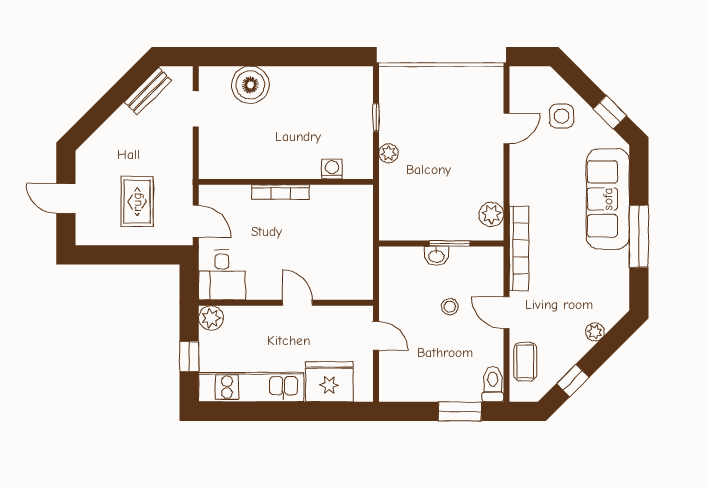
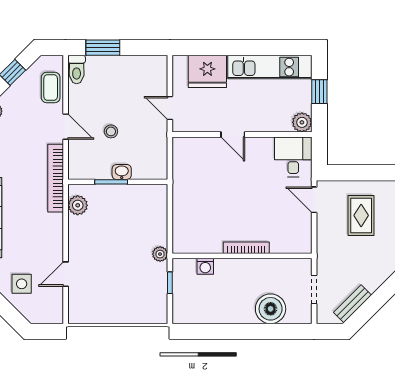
washing machine: (332, 169) -> (205, 266), moved
wall: (286, 182) -> (242, 256), moved
bookcase: (281, 192) -> (246, 248), moved

